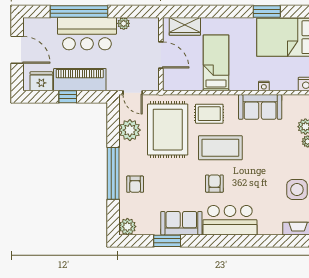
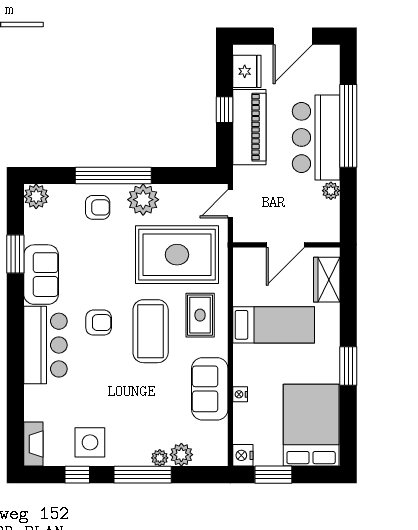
window: (267, 12) -> (348, 366), moved
plant: (130, 130) -> (143, 200), moved
armchair: (135, 184) -> (98, 207), turned 180

